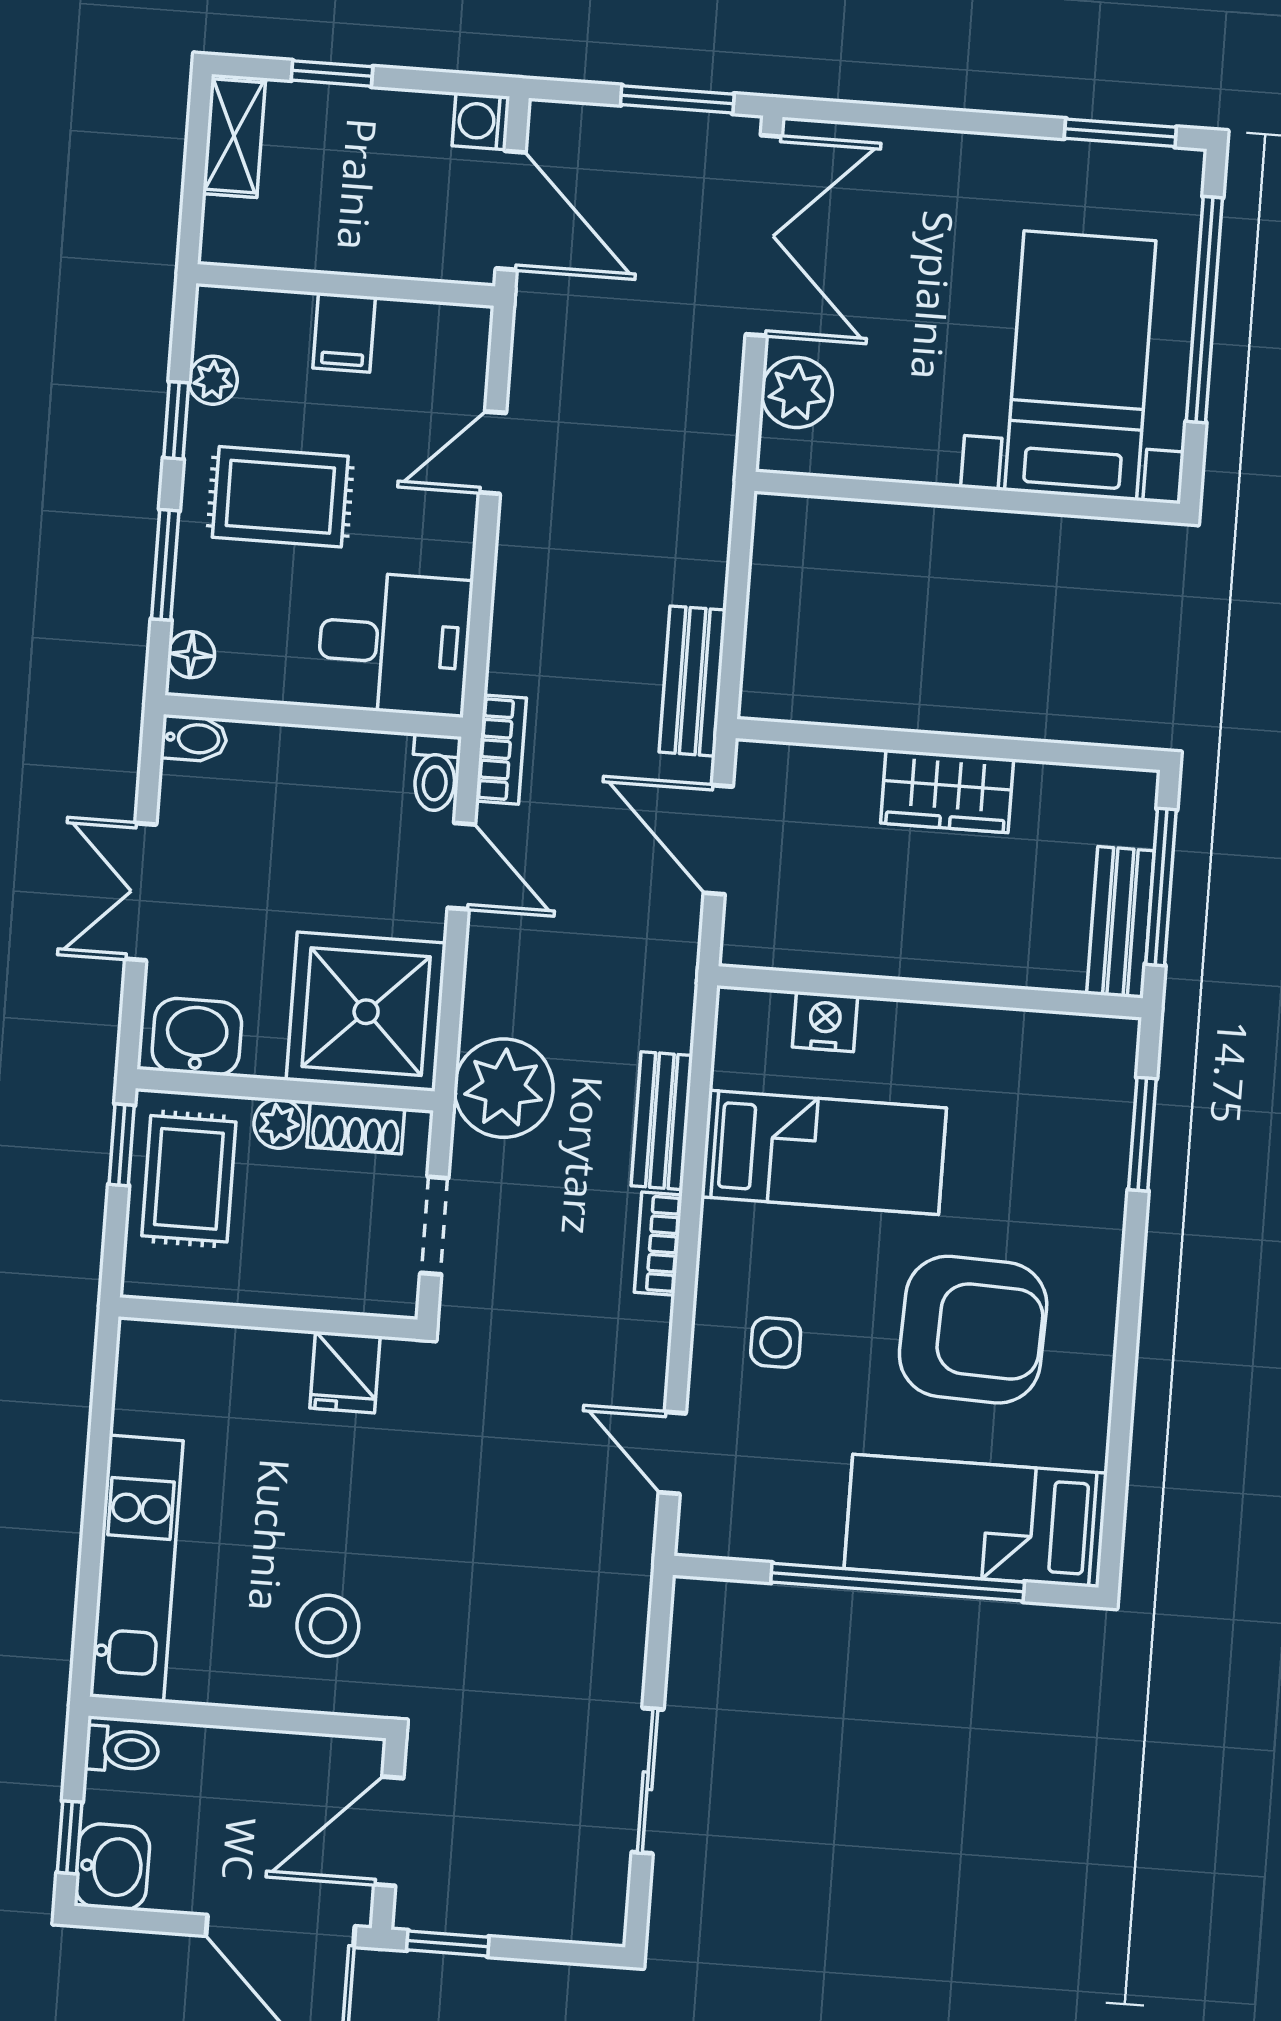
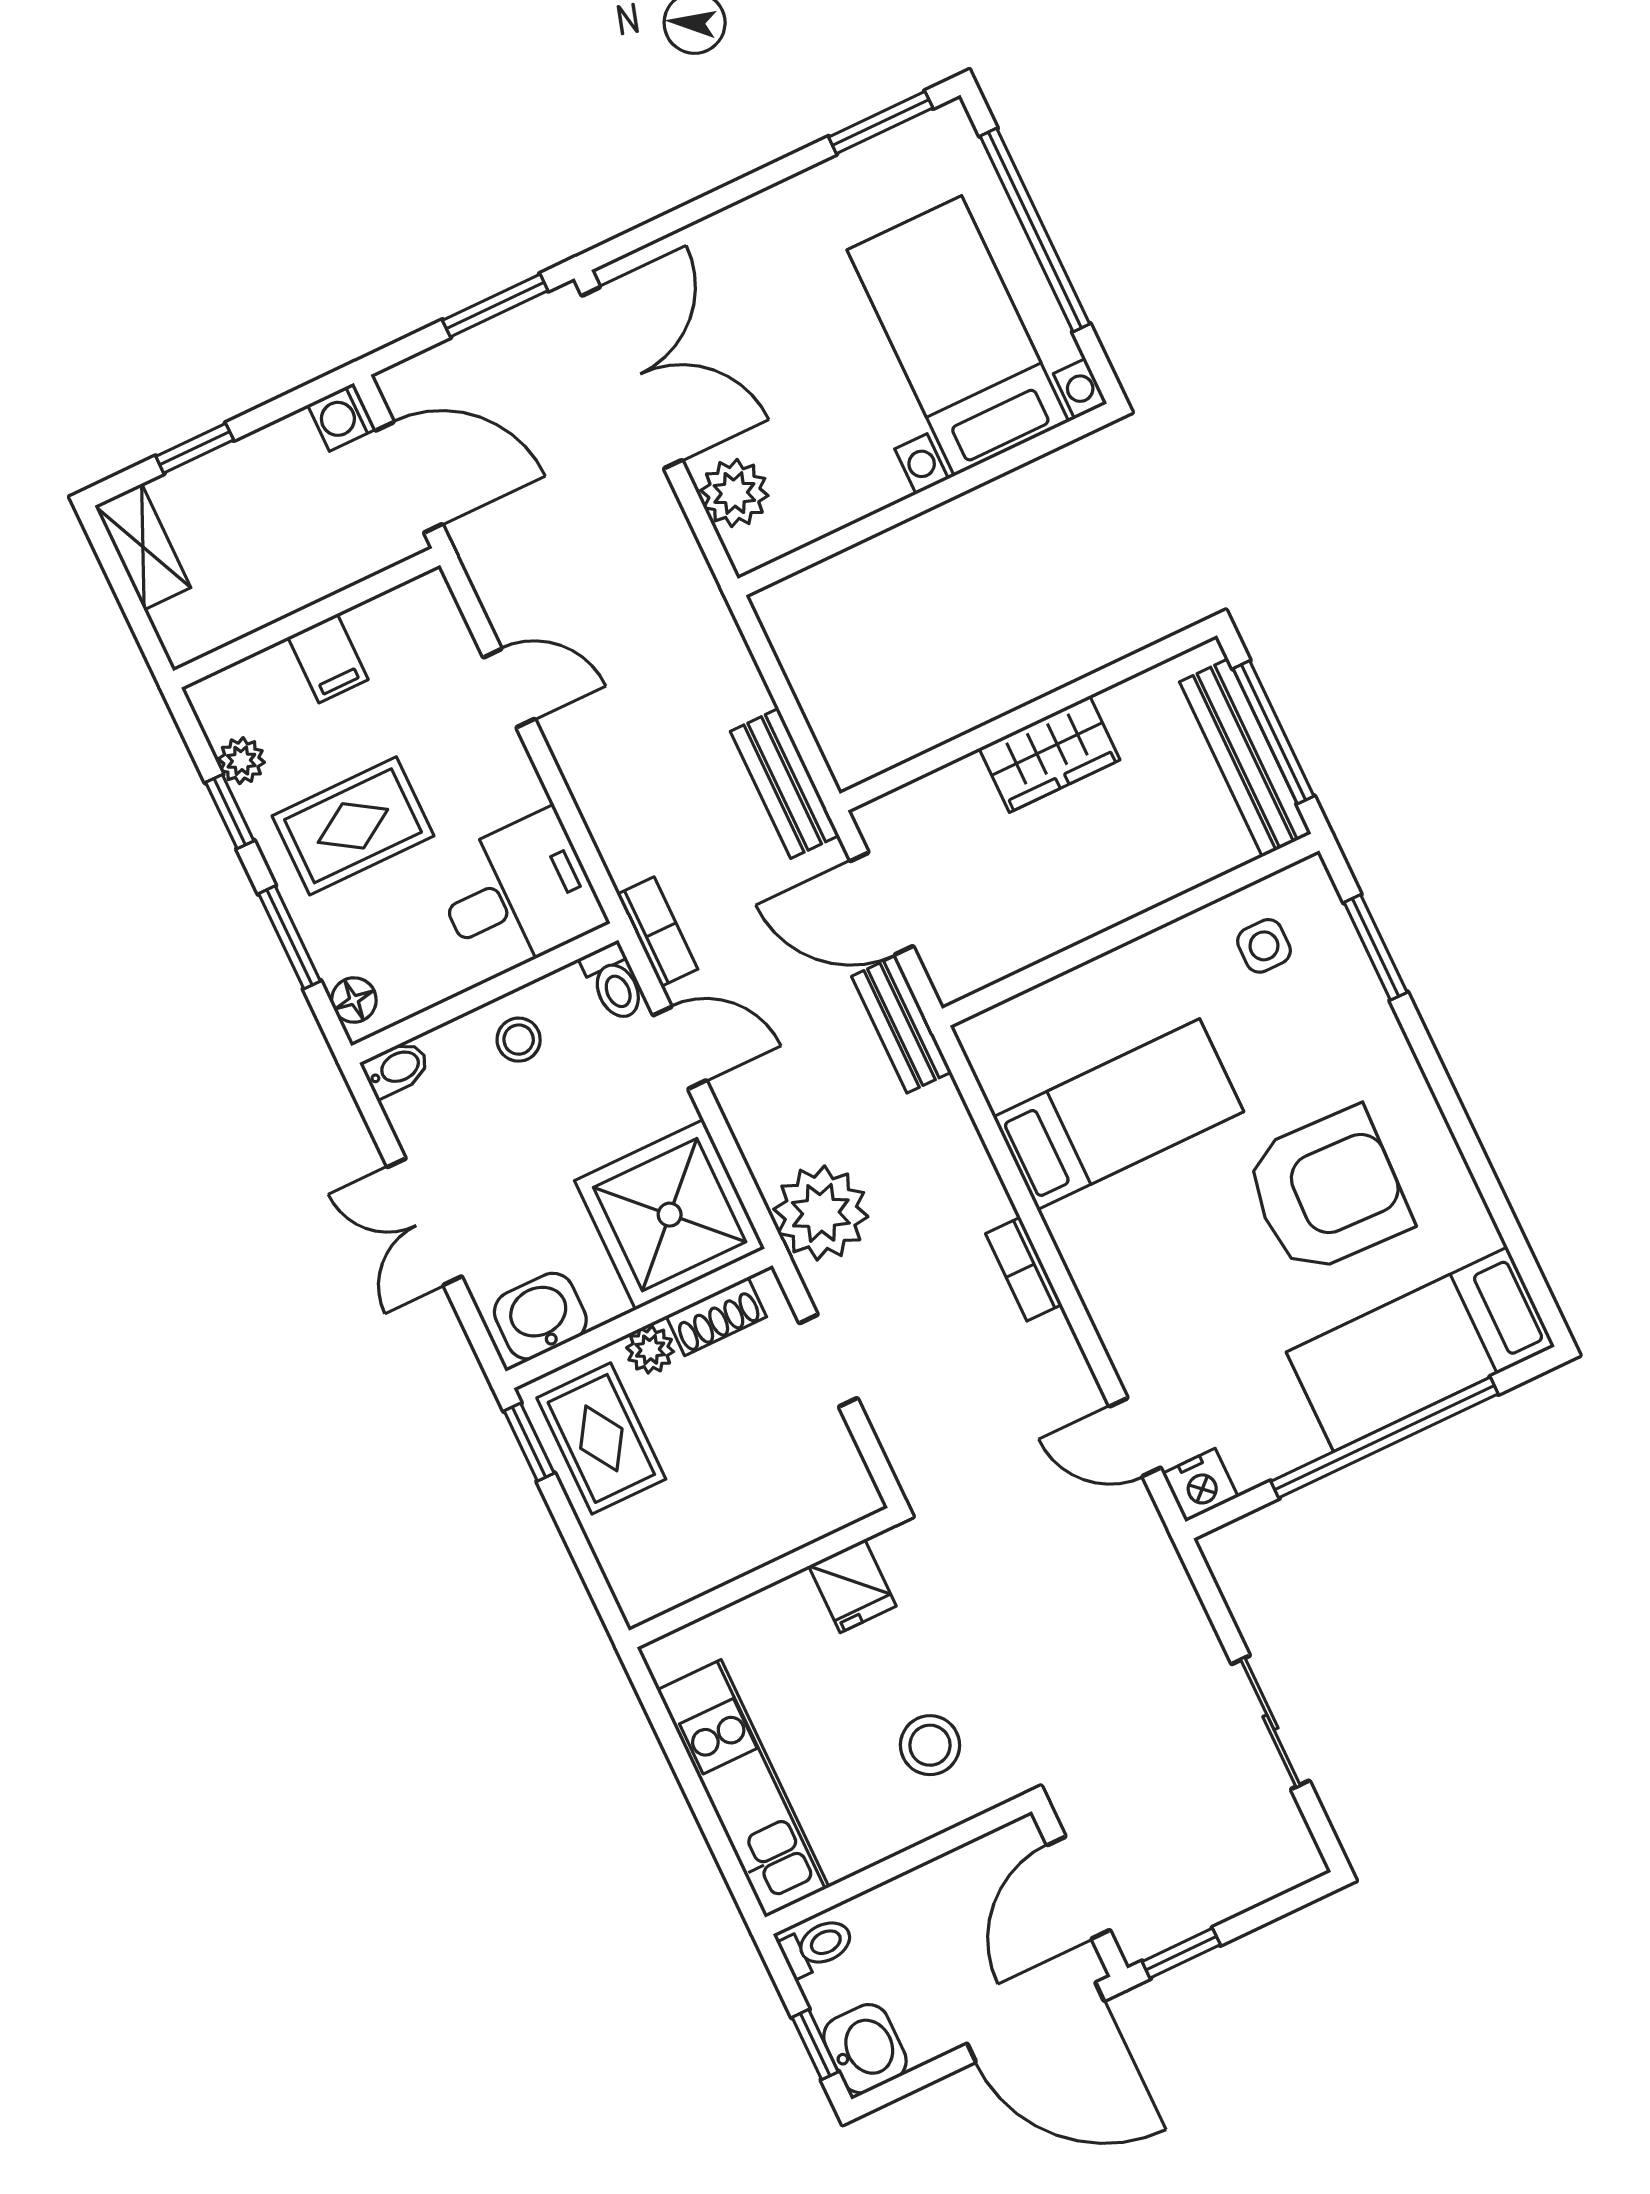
door: (492, 453) -> (509, 688), swing flipped
stool: (320, 775) -> (519, 1040), added
bench: (1120, 922) -> (1245, 758), width x1.36
nightstand: (825, 1022) -> (1200, 1485), moved, turned 180
bench: (662, 1121) -> (901, 1024), moved
wall: (268, 1318) -> (762, 1578), moved
side table: (776, 1342) -> (1264, 946), moved
fridge: (345, 1372) -> (852, 1586), moved

